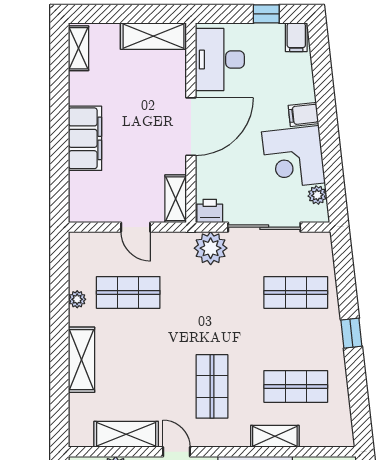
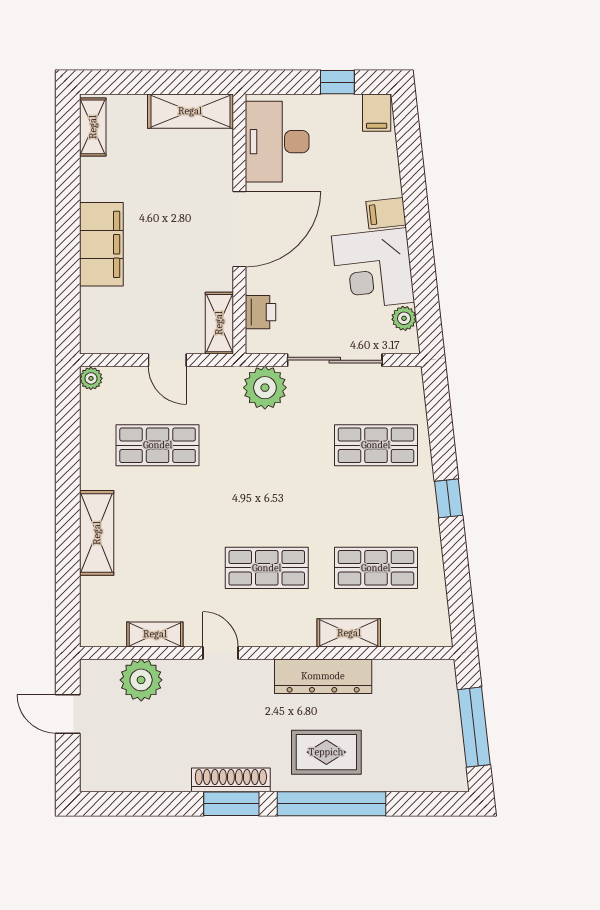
printer: (210, 211) -> (260, 312), moved, turned 90
plant: (77, 299) -> (91, 378), moved
shop shelf: (212, 386) -> (267, 568), turned 90
shelving: (126, 434) -> (155, 634), width x0.67, depth x0.75

